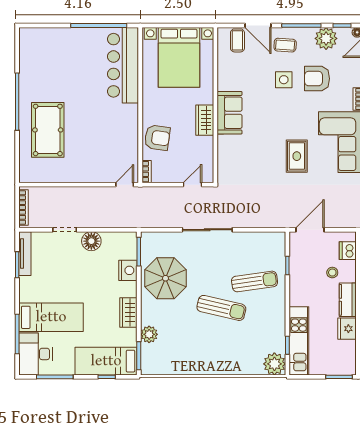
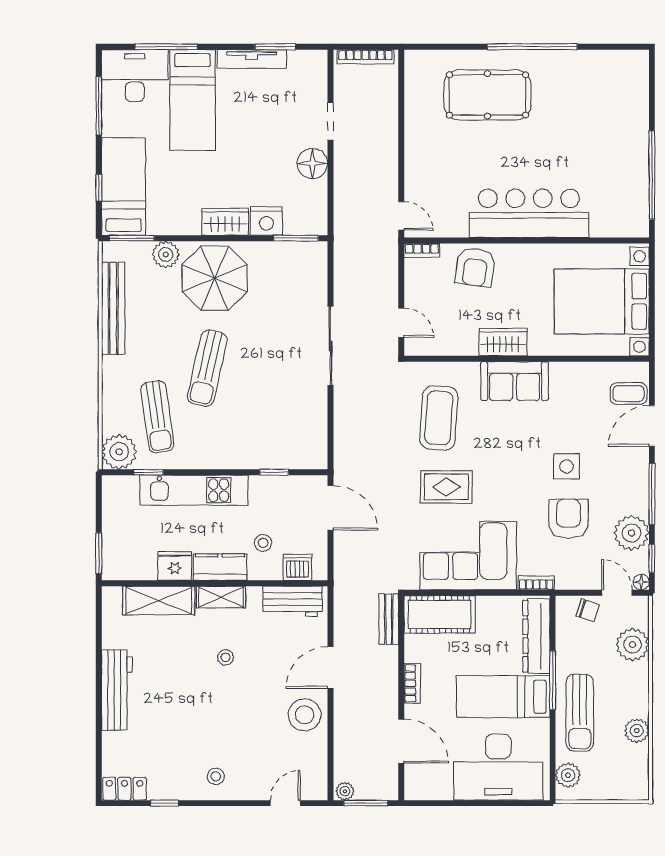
coffee table: (285, 45) -> (439, 418), moved, width x1.86, depth x1.72
bar counter: (123, 65) -> (529, 213), moved
tv unit: (25, 254) -> (252, 59), moved
parasol: (166, 278) -> (215, 278), moved
sun lounger: (255, 281) -> (157, 417), moved
wardrobe: (128, 312) -> (225, 222), moved
kitchen unit: (299, 341) -> (194, 490), moved
bench: (183, 368) -> (113, 308), added

